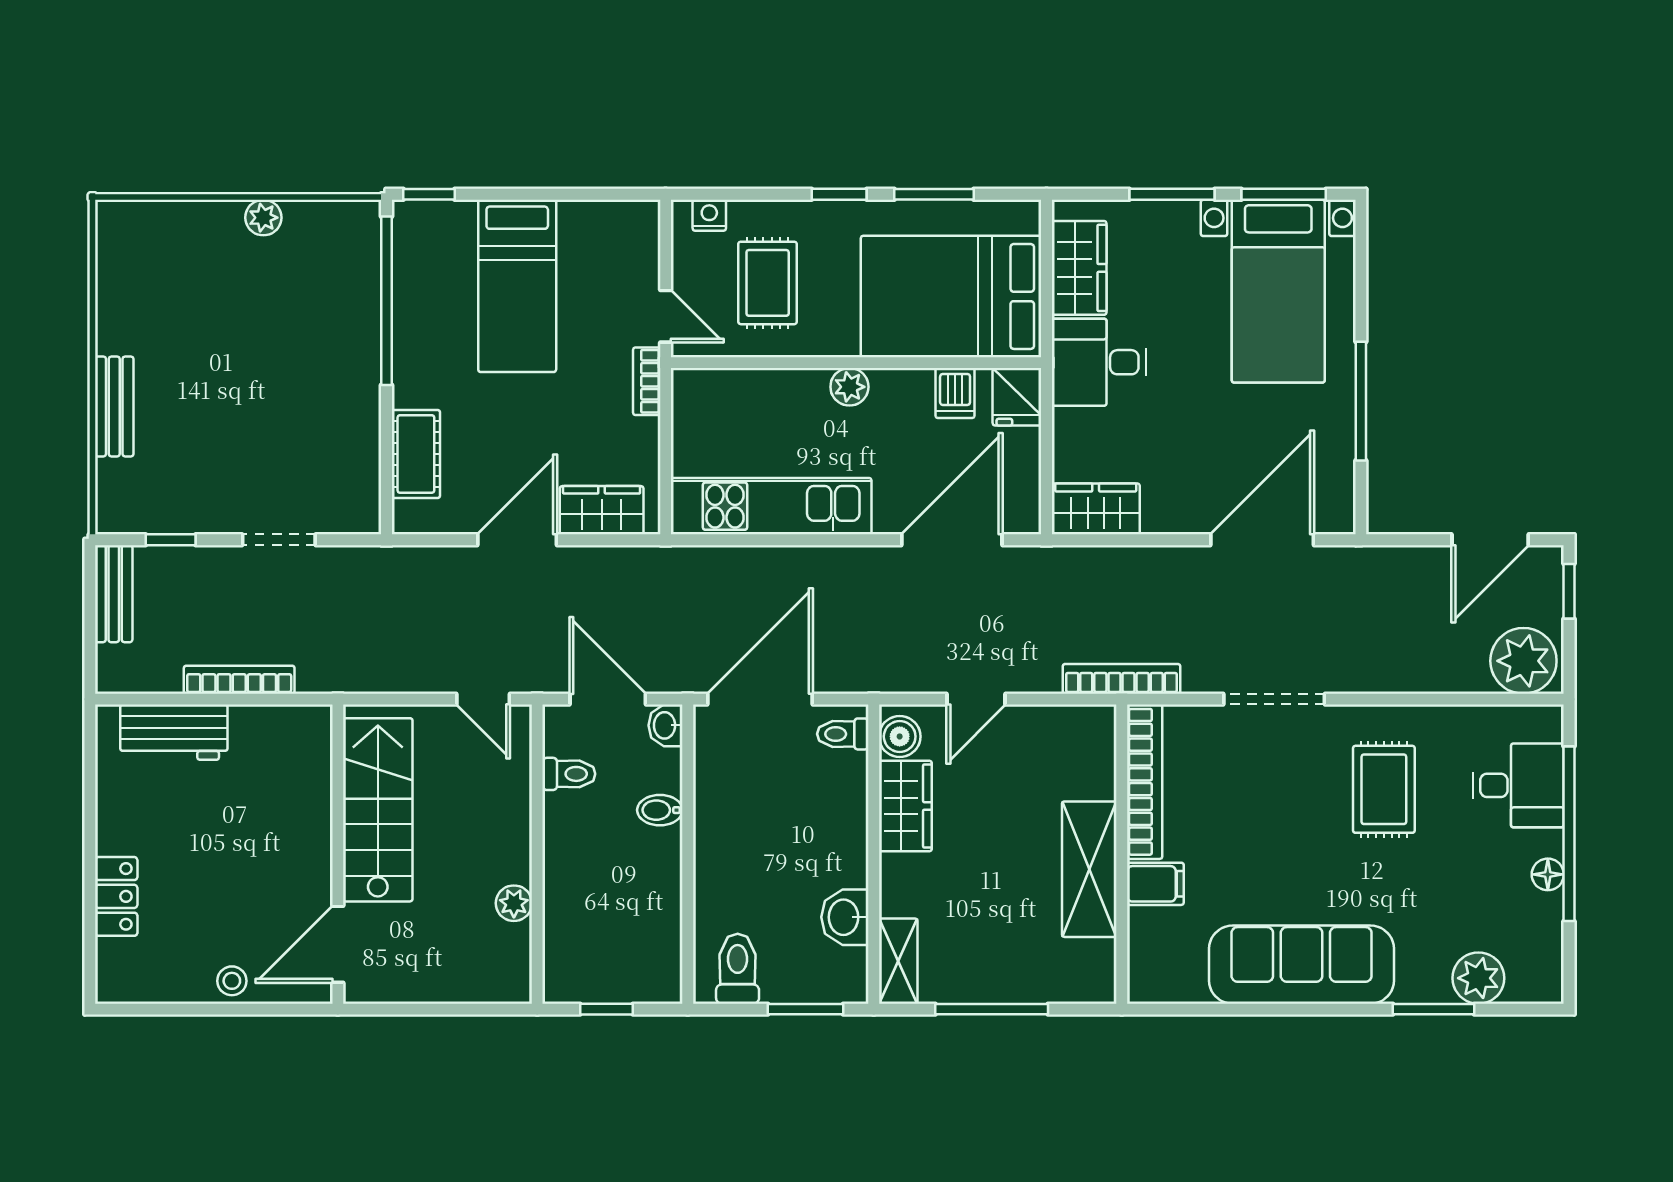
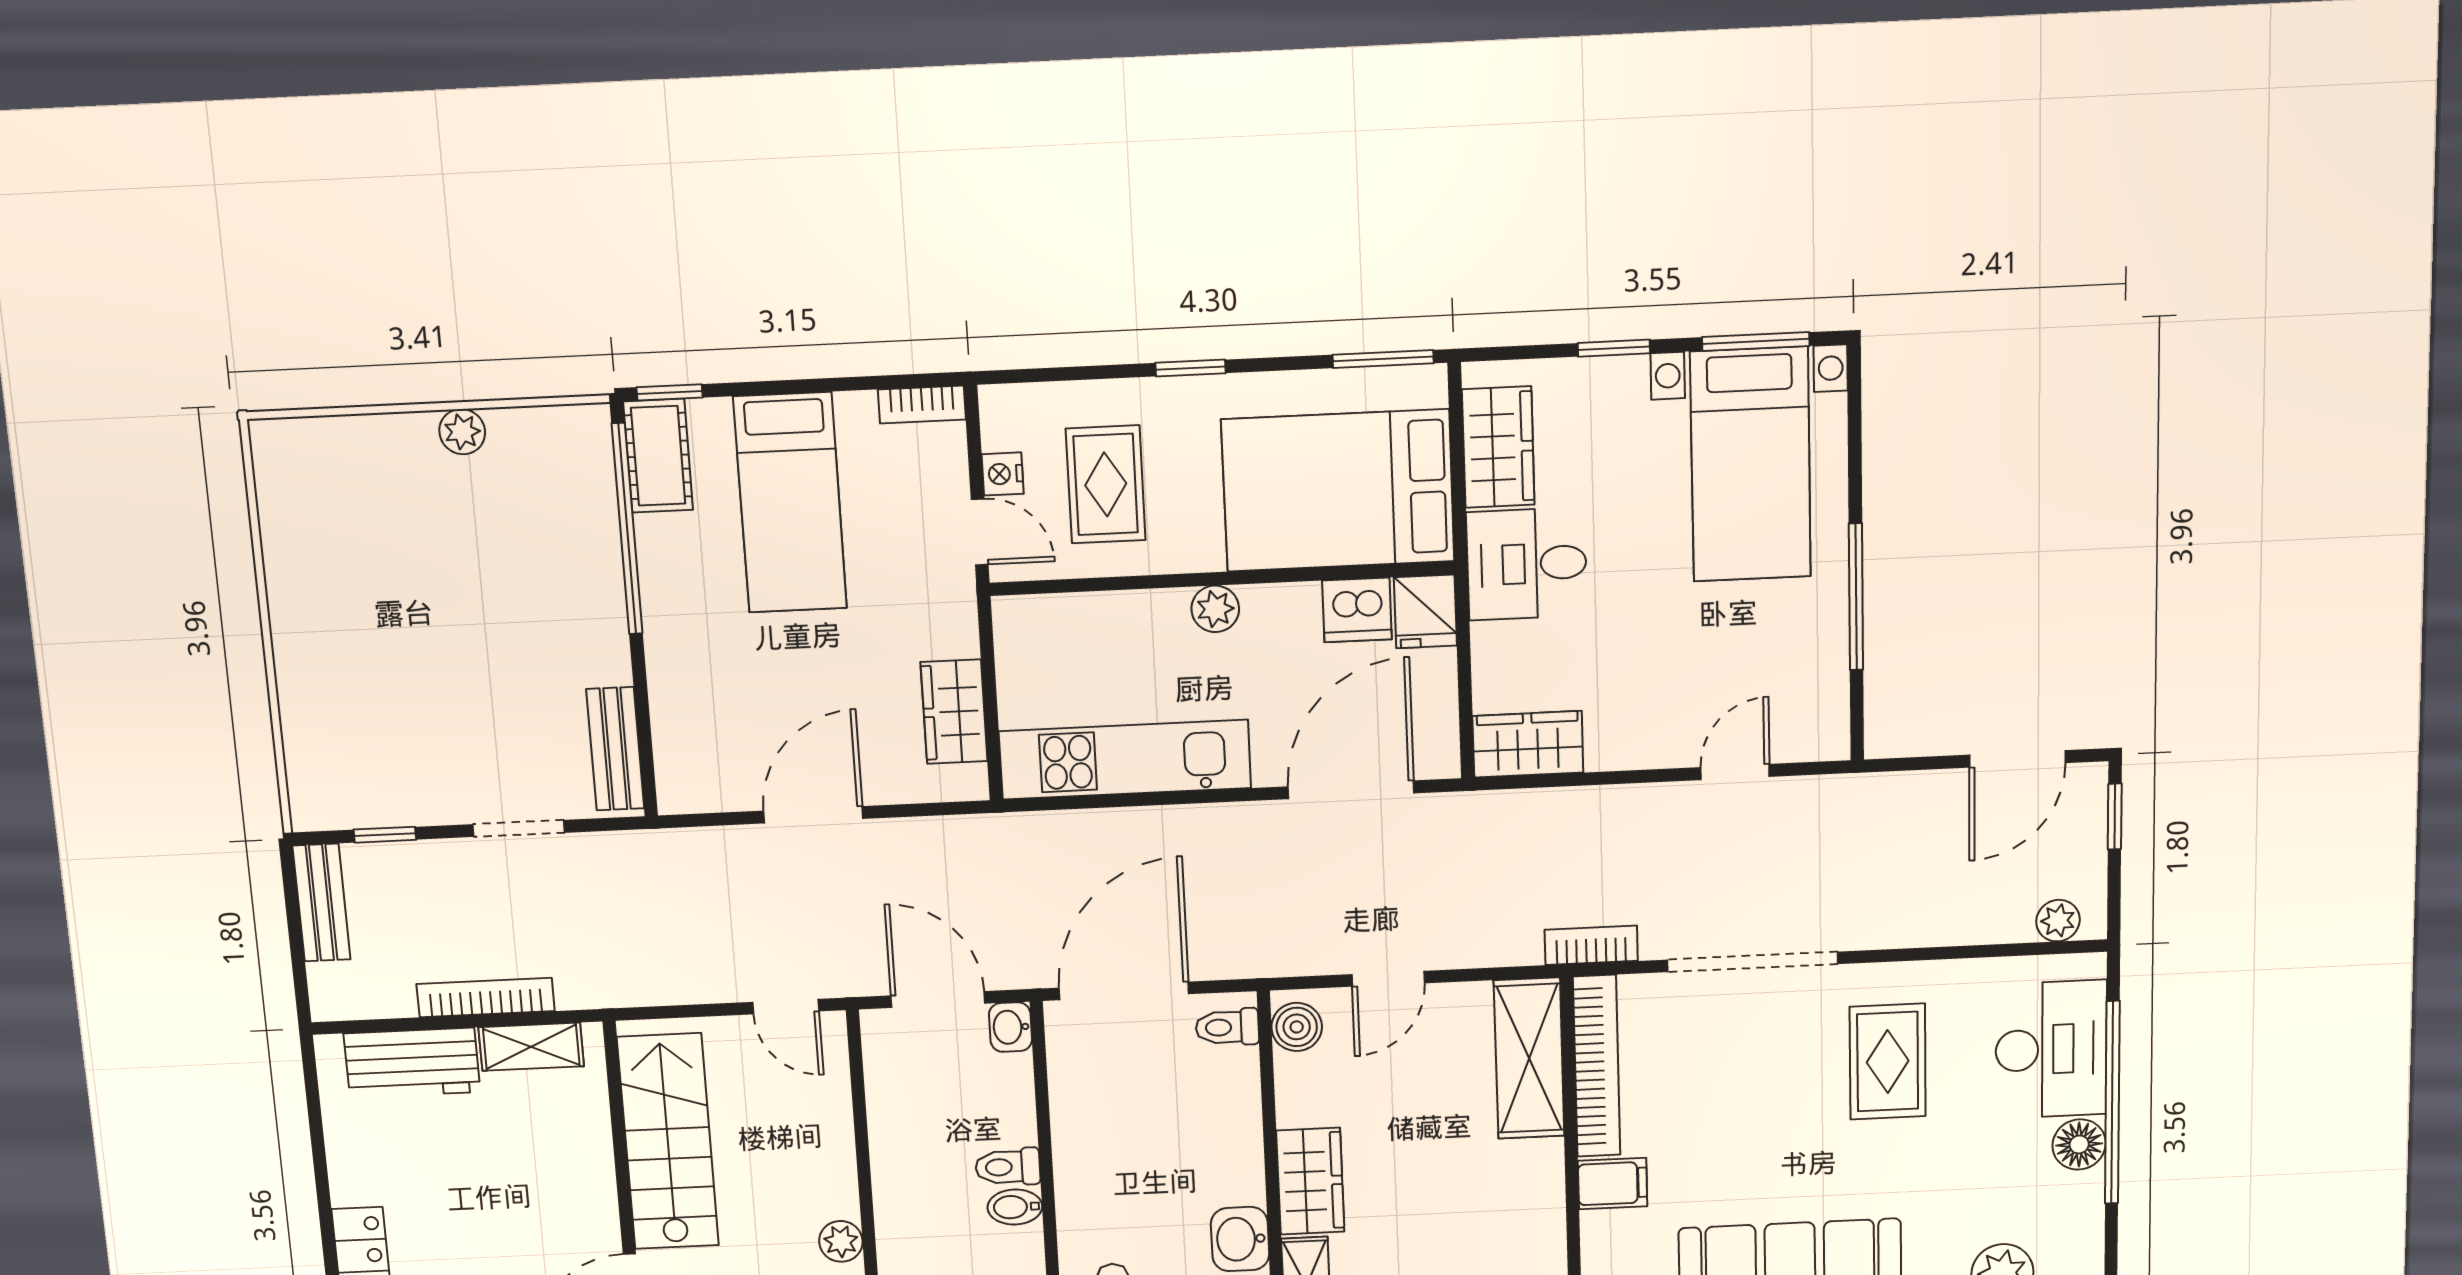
window: (934, 194) -> (1383, 359), moved
window: (1172, 194) -> (1614, 348), width x0.67
nightstand: (709, 215) -> (1003, 474), moved, turned -90
bookcase: (647, 381) -> (922, 405), moved, turned -90
dishwasher: (955, 393) -> (1357, 610), width x1.38
bench: (114, 406) -> (615, 749), moved
cot: (416, 454) -> (658, 456), moved
wardrobe: (602, 510) -> (954, 712), moved, turned -90
door: (1262, 540) -> (1735, 772), width x0.53
plant: (1523, 661) -> (2058, 921), width x0.53, depth x0.53
bookcase: (1121, 679) -> (1591, 945), width x0.64
doorway: (1274, 699) -> (1753, 962), width x1.36
shelving: (273, 723) -> (531, 1047), added
toilet: (569, 774) -> (1008, 1167), moved, turned 180
desk: (1518, 785) -> (2051, 1049), width x1.37
wardrobe: (905, 806) -> (1310, 1181), moved
bidet: (660, 810) -> (1015, 1207), moved
shelving: (1089, 869) -> (1529, 1058), moved
floor lamp: (1548, 874) -> (2079, 1144), width x1.37, depth x1.37

